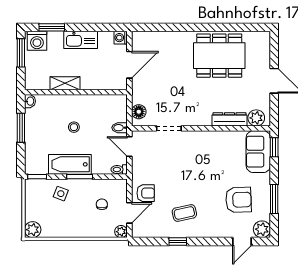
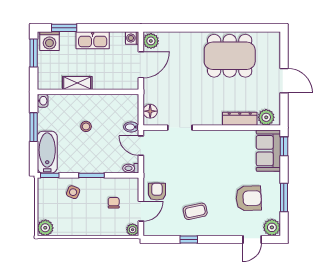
plant: (139, 41) -> (151, 41), added
bathtub: (70, 164) -> (47, 152), moved, turned 90
armchair: (146, 193) -> (157, 192), turned -90

